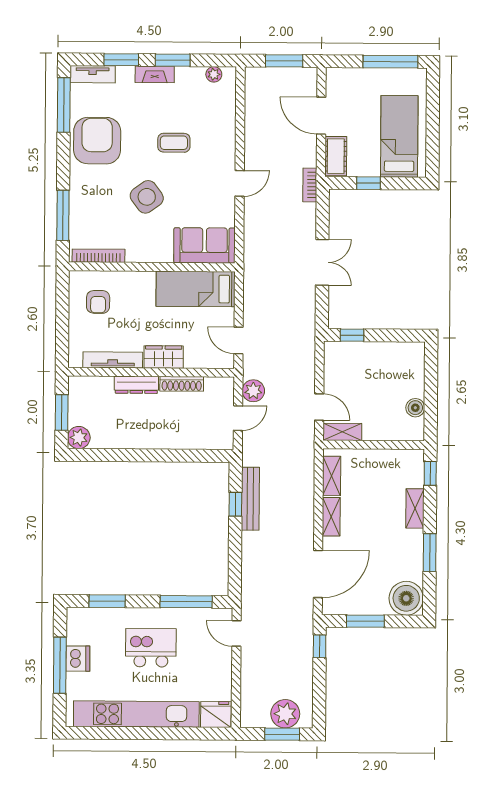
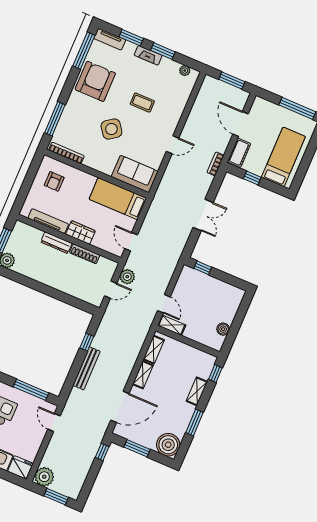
bench: (250, 499) -> (87, 368), moved
plant: (285, 714) -> (44, 477), moved

